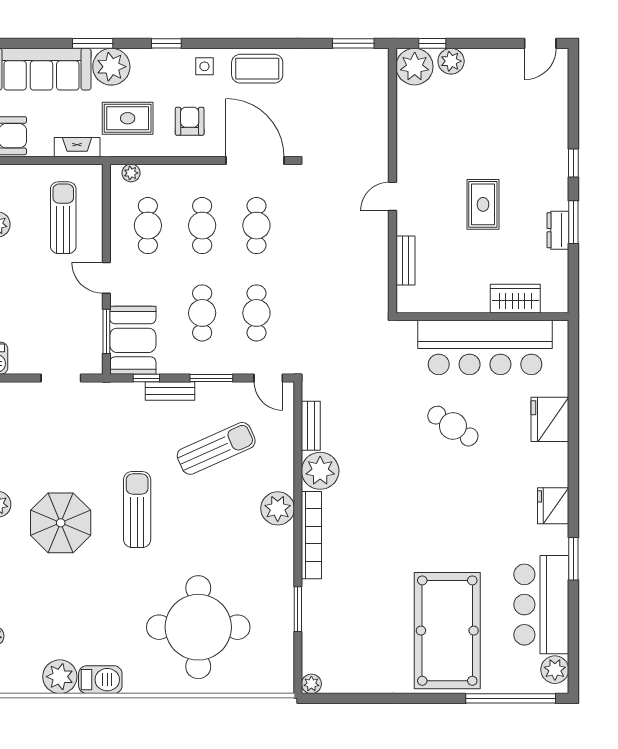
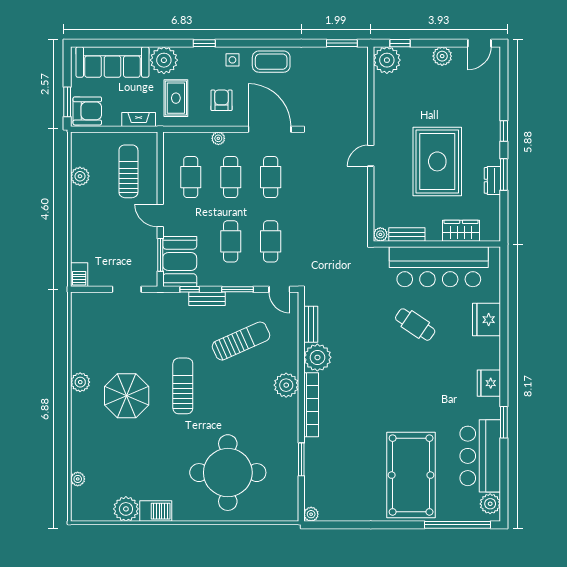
window: (93, 43) -> (150, 43), removed
plant: (451, 61) -> (442, 56), moved
rug: (128, 118) -> (176, 98), turned 90
plant: (131, 173) -> (218, 138), moved
rug: (483, 204) -> (437, 161), width x1.86, depth x2.06
bench: (405, 261) -> (407, 234), moved, turned 90
plant: (406, 304) -> (380, 234), added

